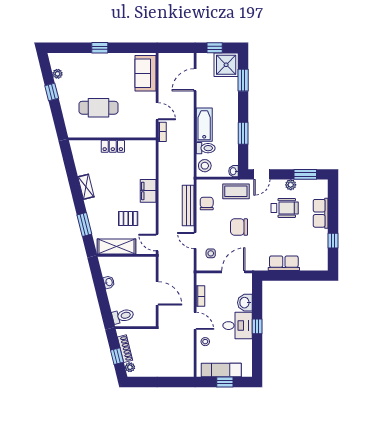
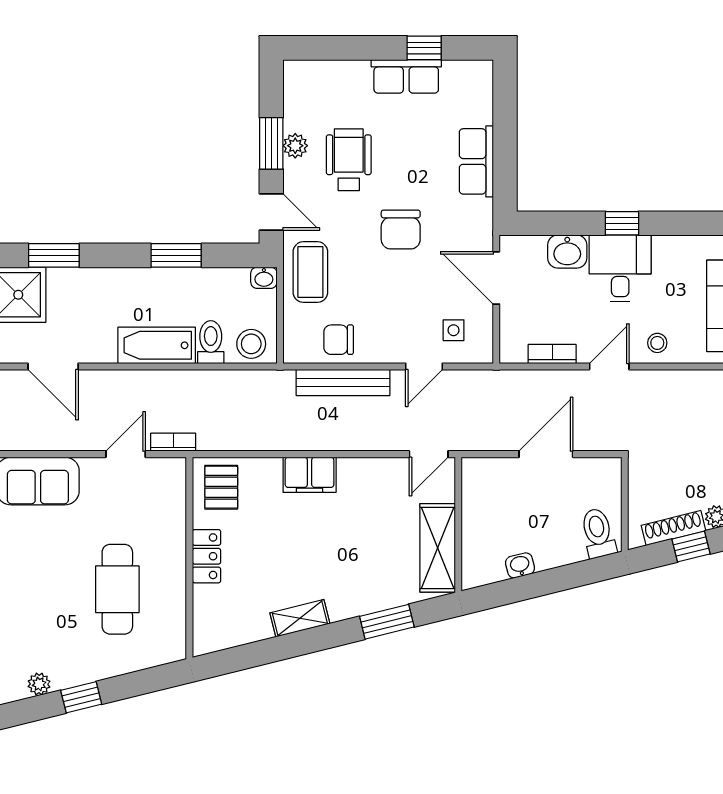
window: (305, 174) -> (271, 143), moved
row of seats: (321, 213) -> (406, 76), moved
pallet: (128, 219) -> (221, 487), moved
chair: (239, 227) -> (401, 230), moved

